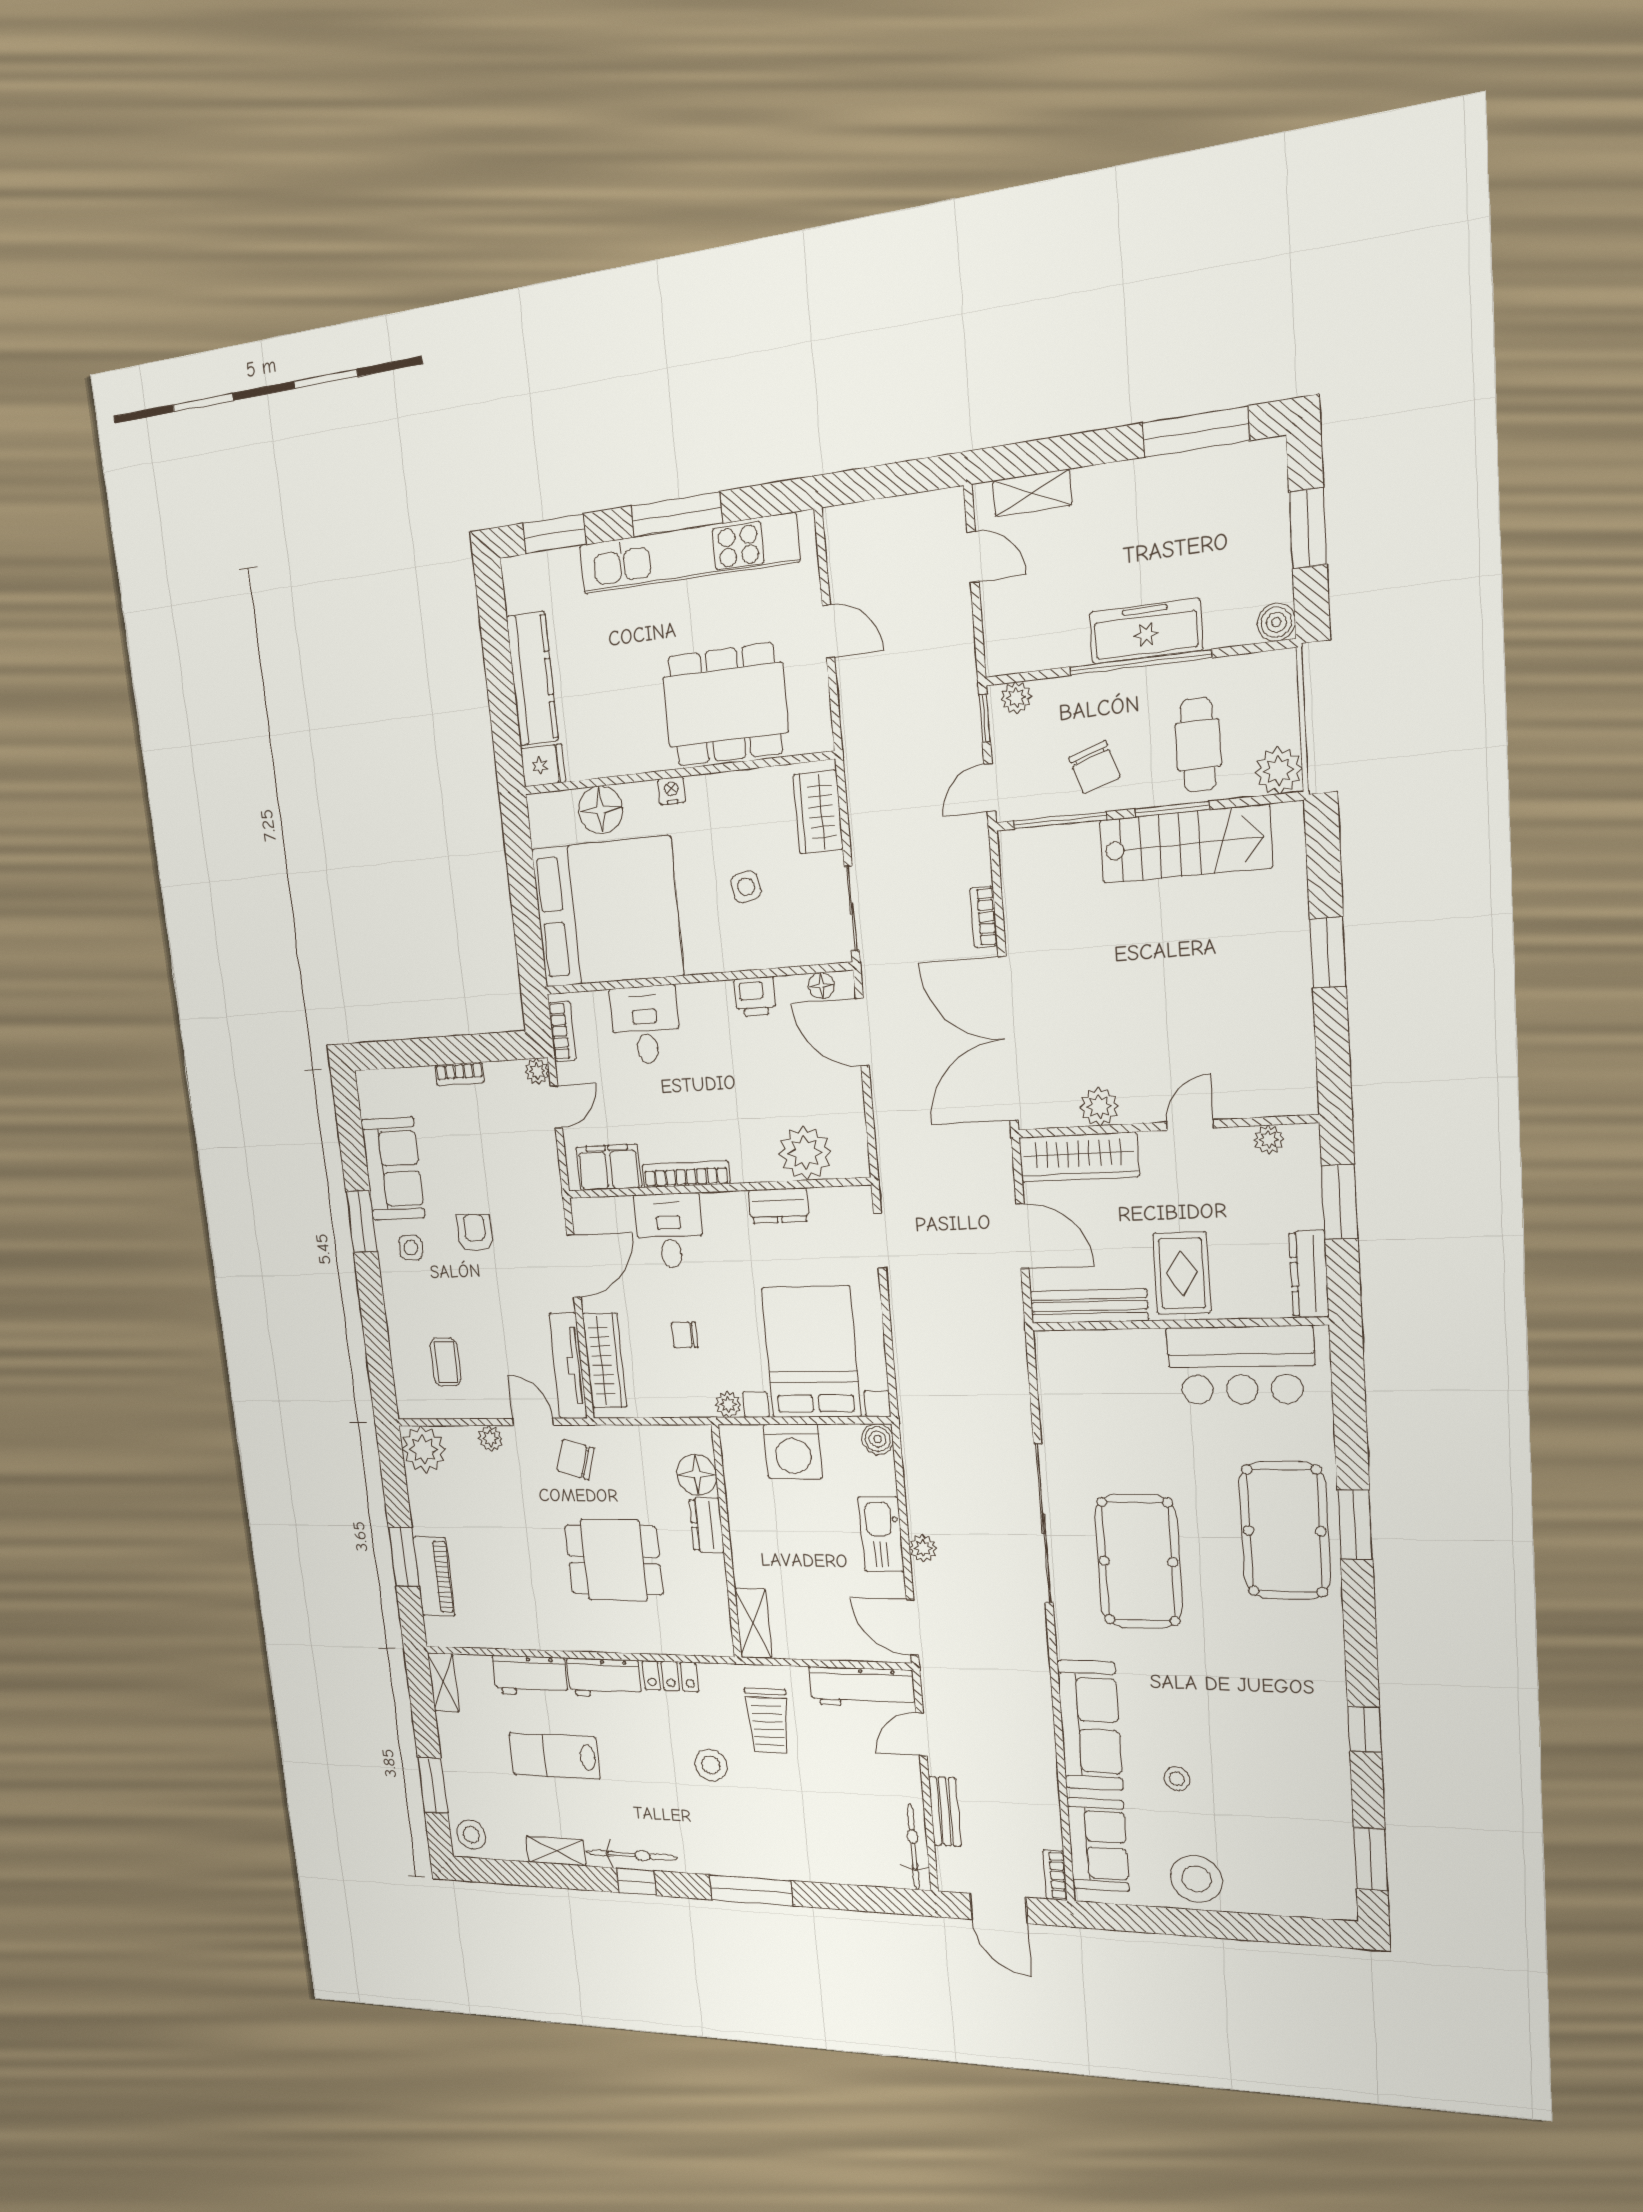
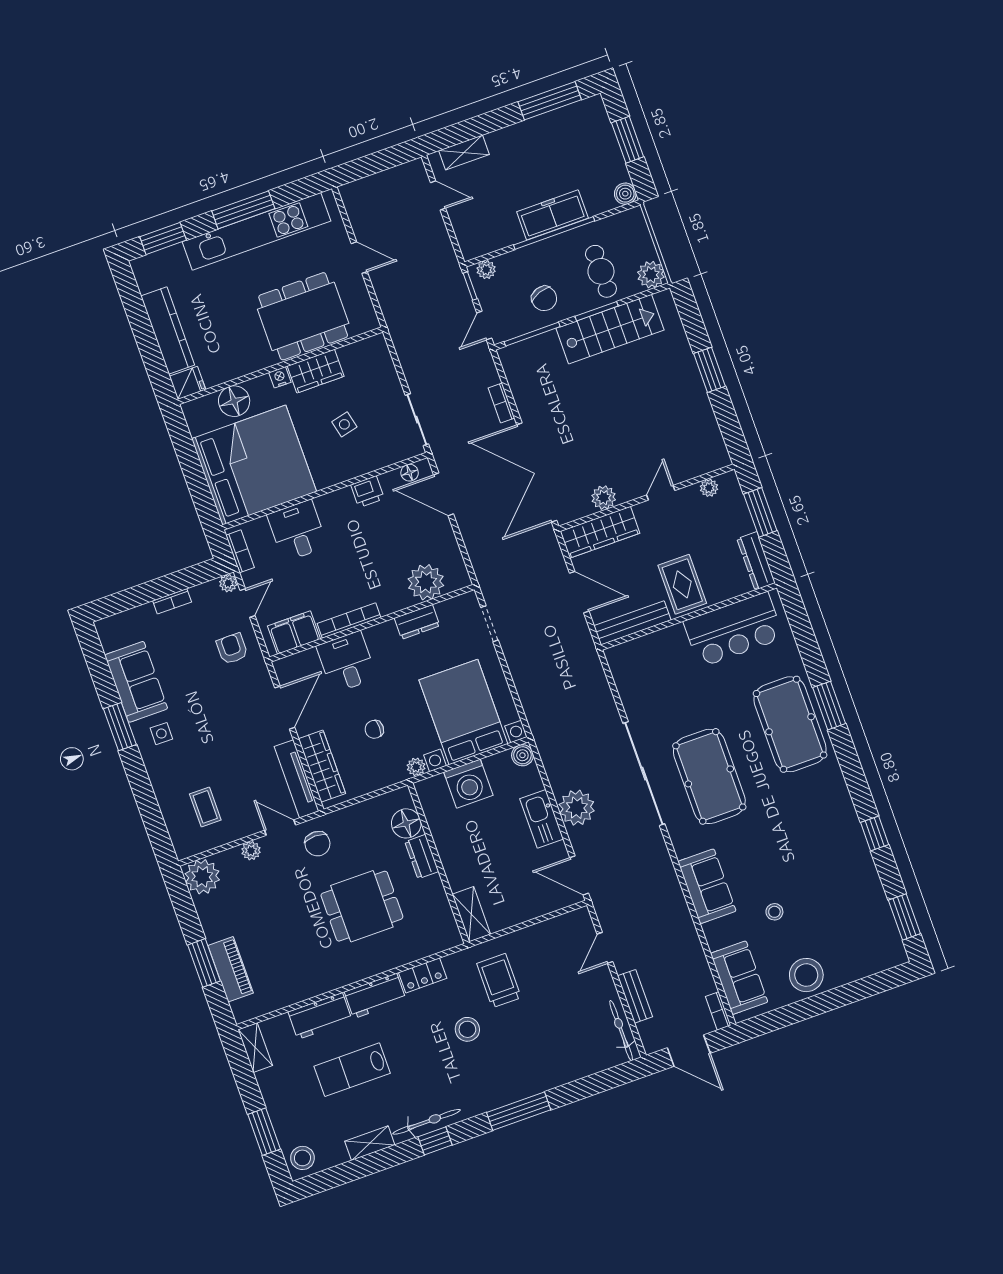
wardrobe: (818, 812) -> (316, 371), moved, turned -90
armchair: (475, 1233) -> (232, 649), moved
chair: (576, 1460) -> (318, 844), turned -106
plant: (923, 1548) -> (577, 808), width x1.87, depth x1.87
workbench: (862, 1687) -> (557, 931), removed
trolley: (768, 1721) -> (499, 981), turned 180
sofa: (1090, 1725) -> (707, 886), width x0.73

